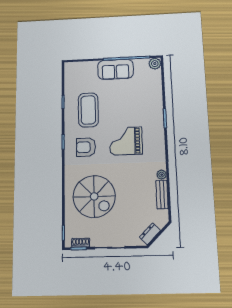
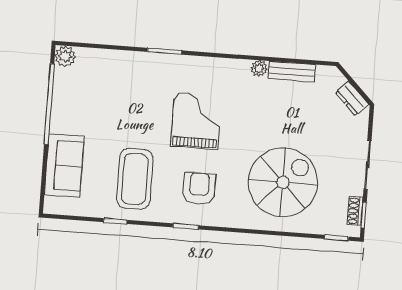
sofa: (115, 69) -> (64, 166), moved
coffee table: (88, 110) -> (135, 179), turned 90
grand piano: (126, 141) -> (196, 121), turned 180
armchair: (86, 147) -> (199, 189), turned 180

